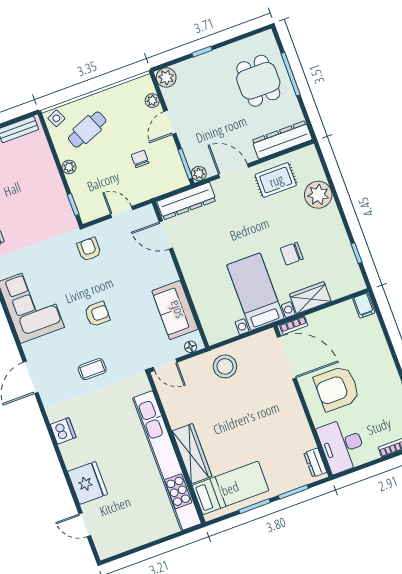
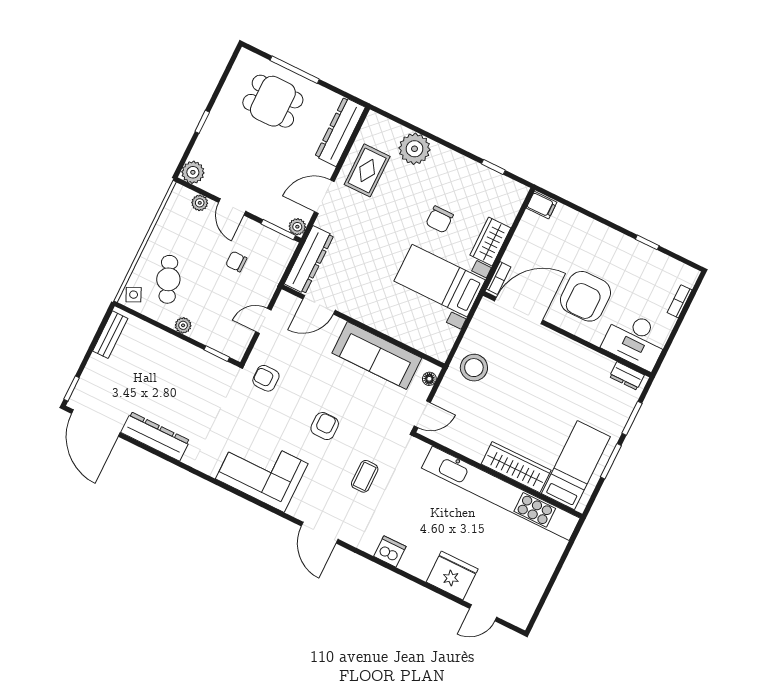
sofa: (175, 310) -> (377, 355), width x1.36

